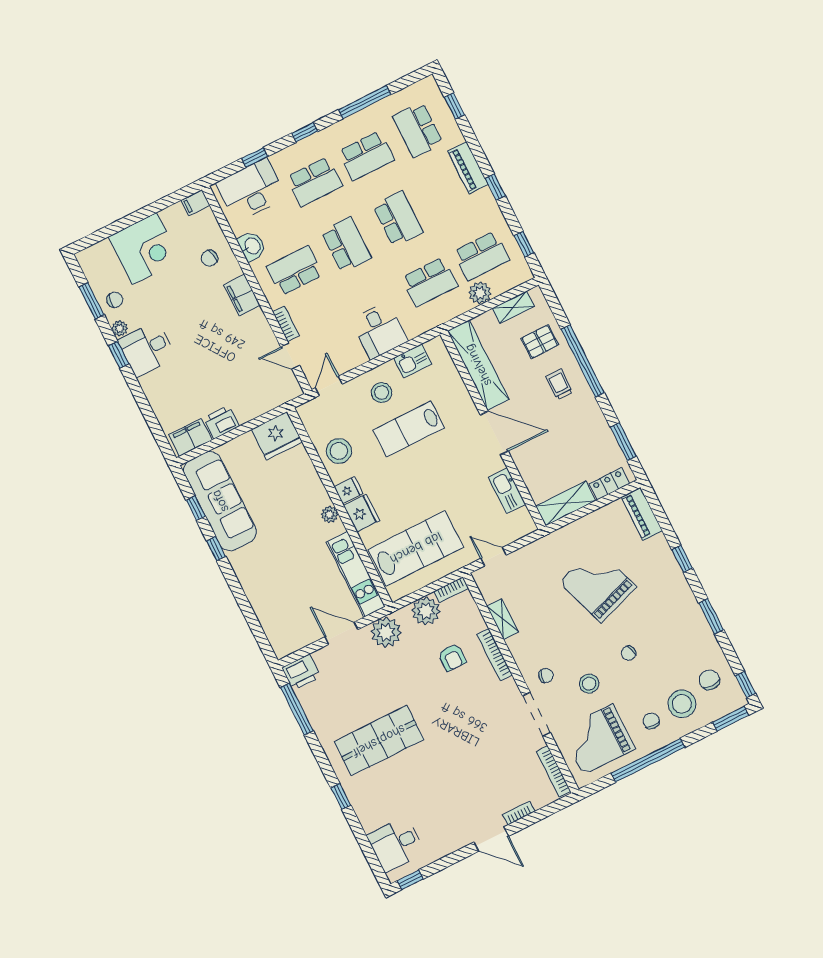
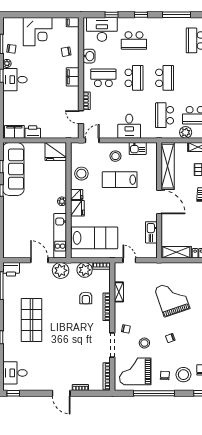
school desk: (366, 156) -> (165, 40), removed
school desk: (430, 282) -> (165, 115), turned 90
shop shelf: (379, 741) -> (32, 320), turned 90

